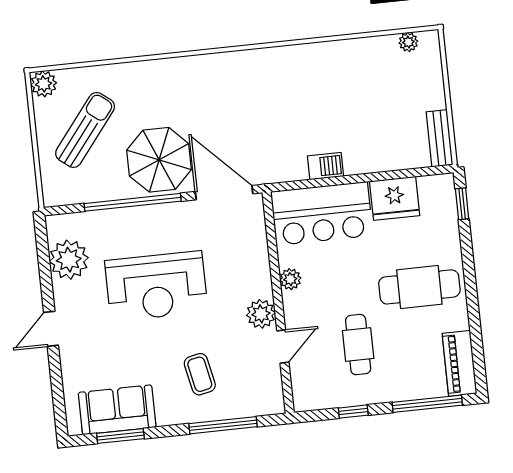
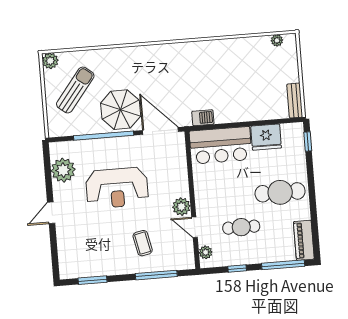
barbecue: (325, 166) -> (203, 118), moved
plant: (290, 279) -> (206, 252), moved
cafe table: (358, 345) -> (241, 227), turned 90
door: (283, 347) -> (194, 227), swing flipped
sofa: (117, 410) -> (91, 264), removed

